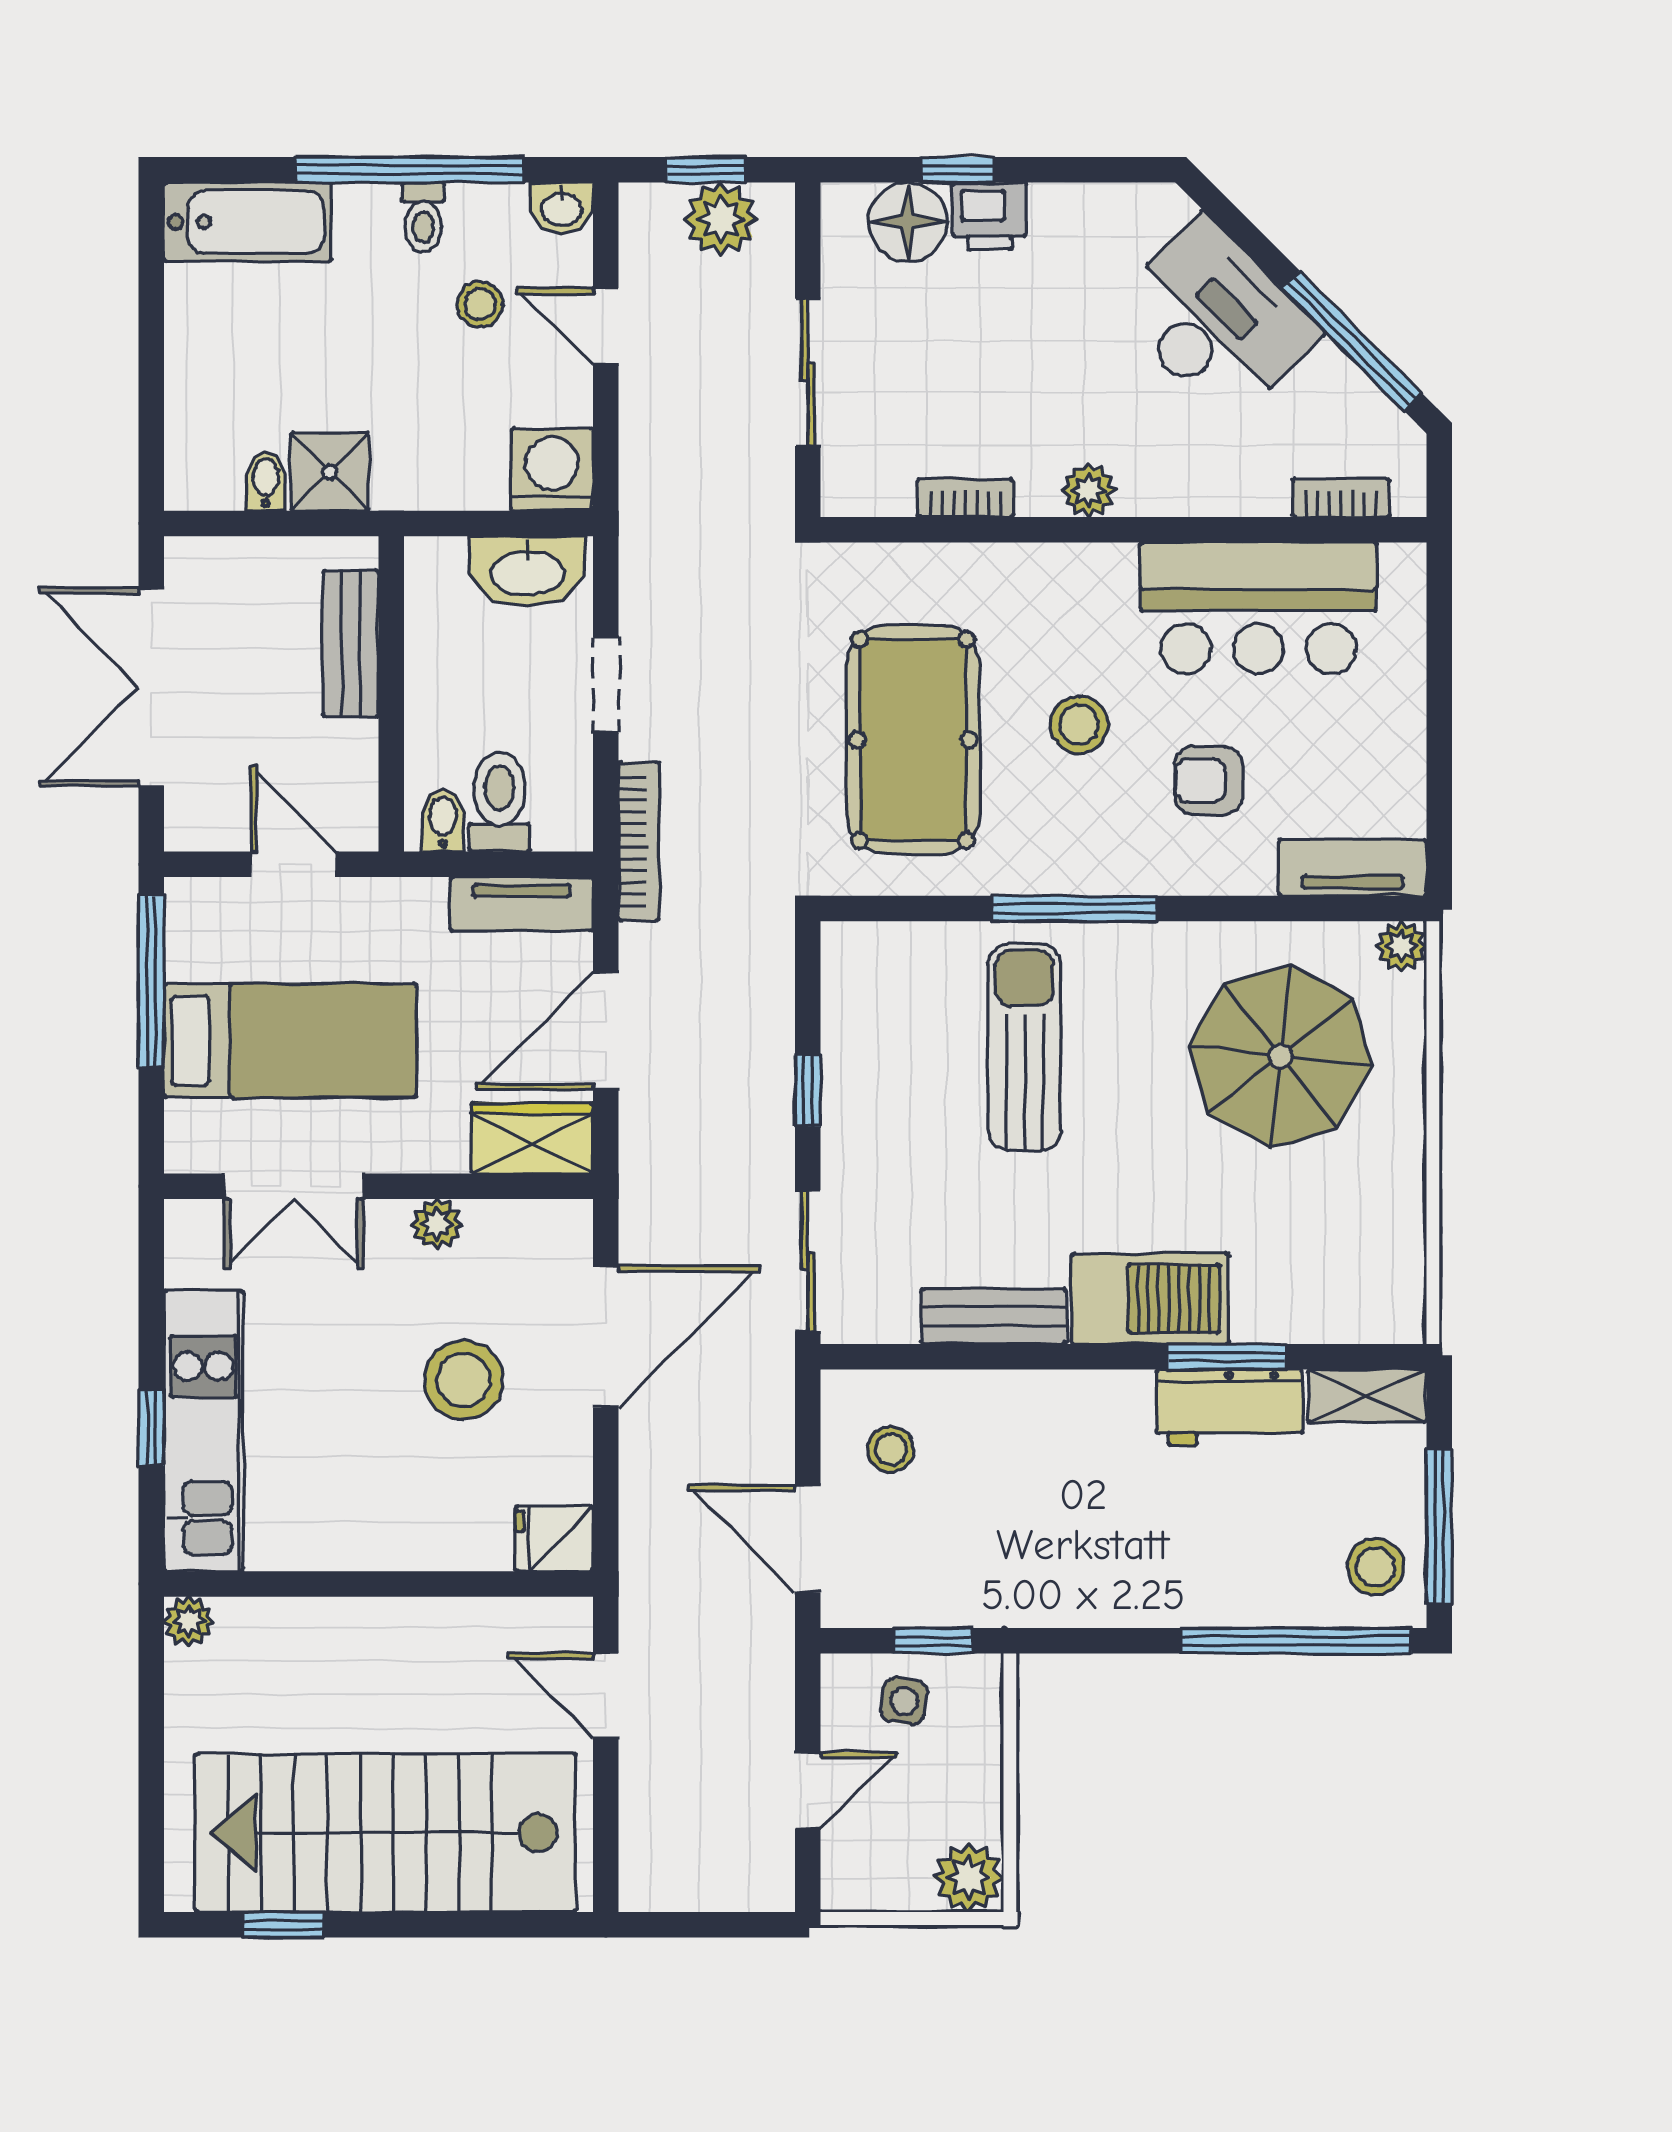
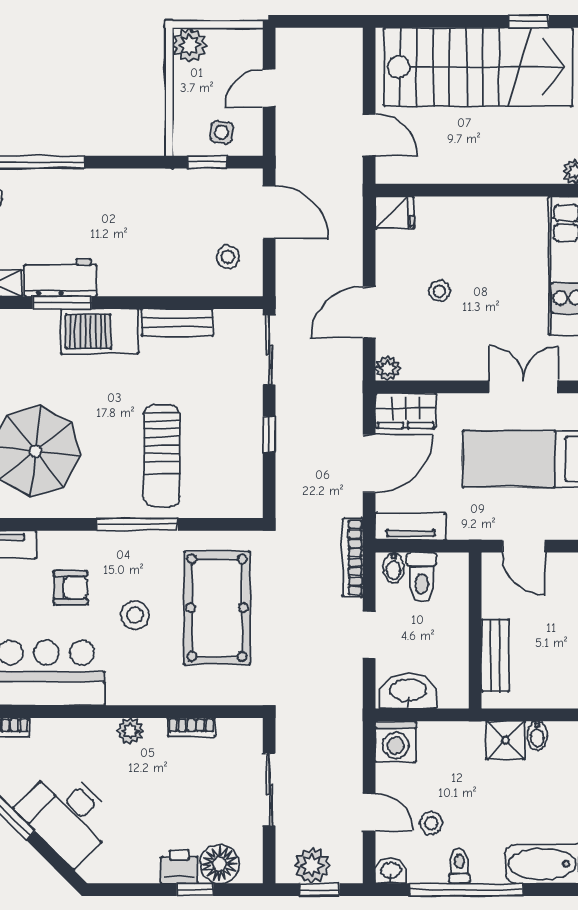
bidet: (443, 821) -> (394, 568), moved
plant: (437, 1224) -> (388, 368), moved
door: (606, 1337) -> (369, 312), width x0.73
stool: (463, 1380) -> (439, 291), width x0.53, depth x0.53

